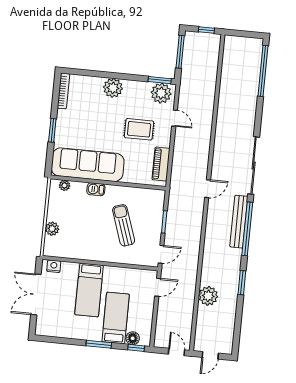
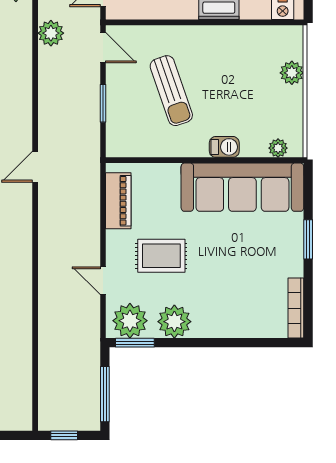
plant: (113, 88) -> (174, 322), moved
door: (161, 254) -> (103, 48), swing flipped
plant: (191, 266) -> (51, 33), added

